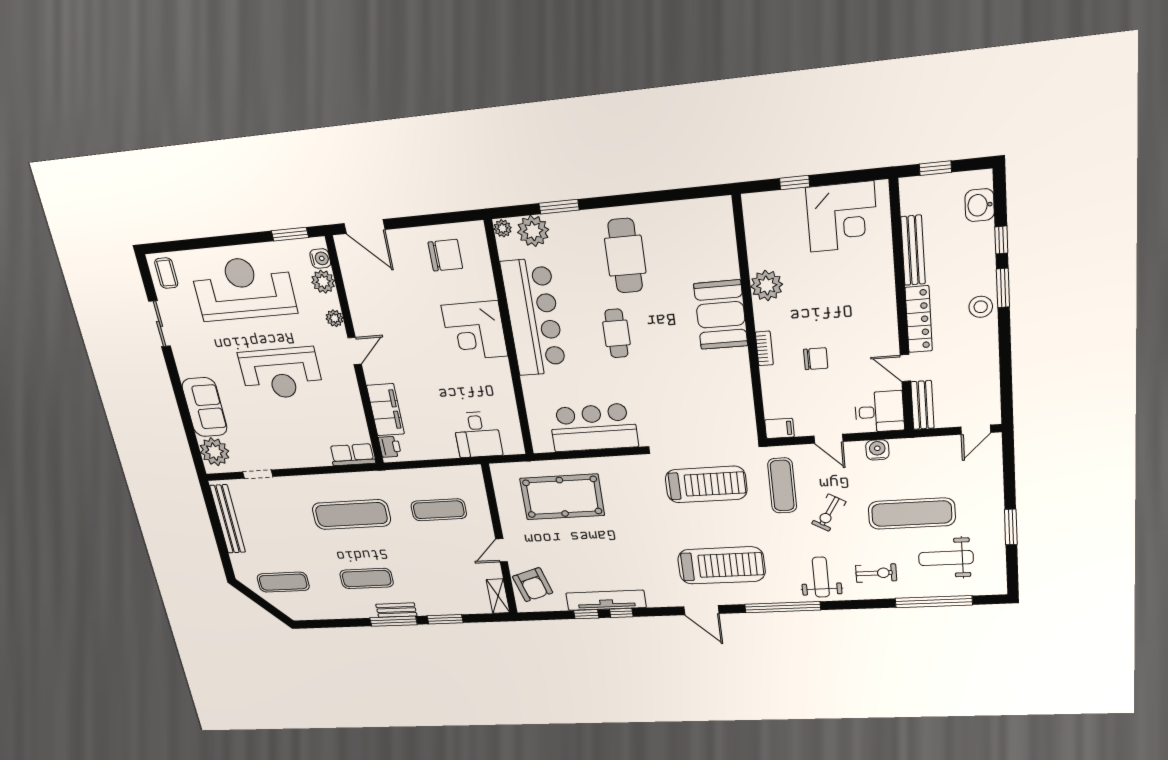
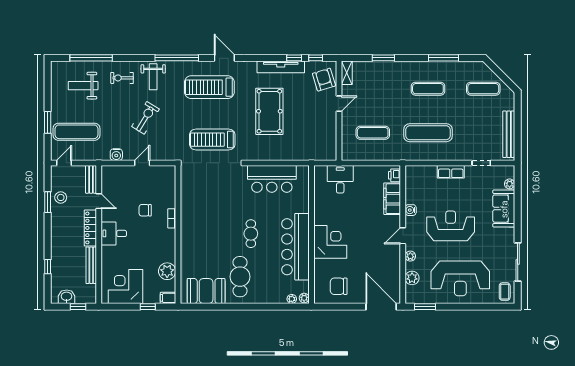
washbasin: (980, 205) -> (67, 297), moved, turned -90
window: (559, 207) -> (272, 307), removed
door: (364, 227) -> (381, 307), width x1.36
plant: (533, 231) -> (292, 299), width x0.53, depth x0.53
water cooler: (320, 258) -> (411, 210), moved
plant: (767, 285) -> (167, 271), moved
window: (1003, 288) -> (48, 202), moved
stool: (981, 307) -> (61, 197), moved
booth: (721, 315) -> (206, 291), moved, turned 90
sliding door: (160, 324) -> (518, 262), width x1.37
desk: (879, 412) -> (114, 233), moved
filing cabinet: (779, 428) -> (168, 298), moved
door: (828, 439) -> (142, 163), hinge flipped
plant: (215, 452) -> (510, 184), width x0.53, depth x0.53
row of seats: (352, 455) -> (451, 172), moved
exercise mat: (782, 486) -> (170, 136), removed
pool table: (562, 497) -> (269, 111), moved, turned 90
exercise bike: (829, 513) -> (146, 118), width x1.38, depth x1.39
exercise mat: (912, 514) -> (76, 132), moved
window: (1011, 527) -> (48, 122), moved
weight bench: (946, 558) -> (83, 86), turned 180
bench: (396, 610) -> (413, 66), removed
window: (621, 613) -> (316, 58), moved
window: (393, 621) -> (444, 58), moved

